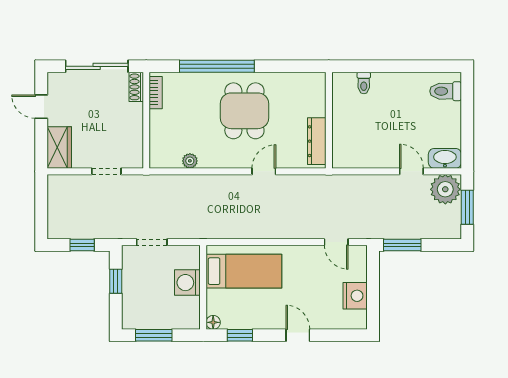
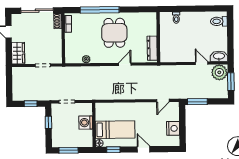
door: (336, 242) -> (163, 101), hinge flipped
bed: (244, 271) -> (115, 130), moved

